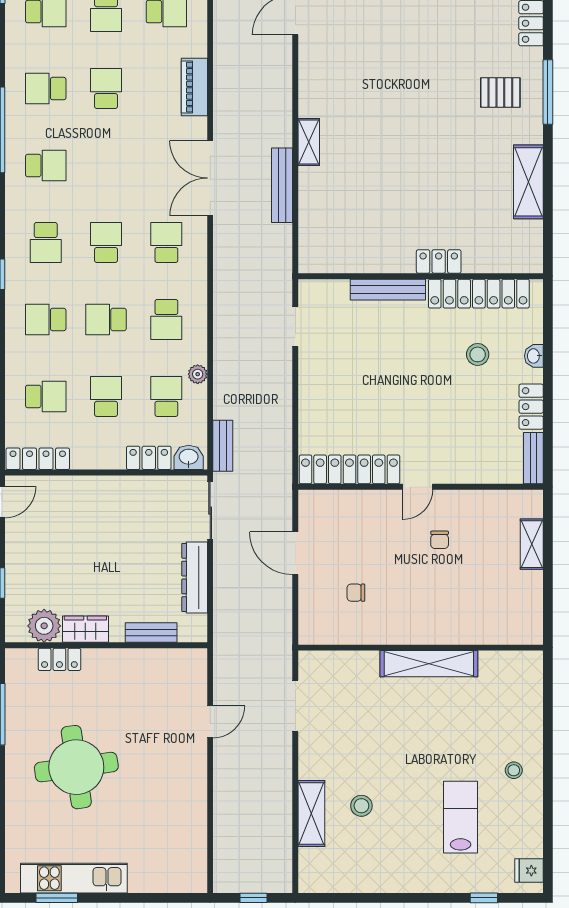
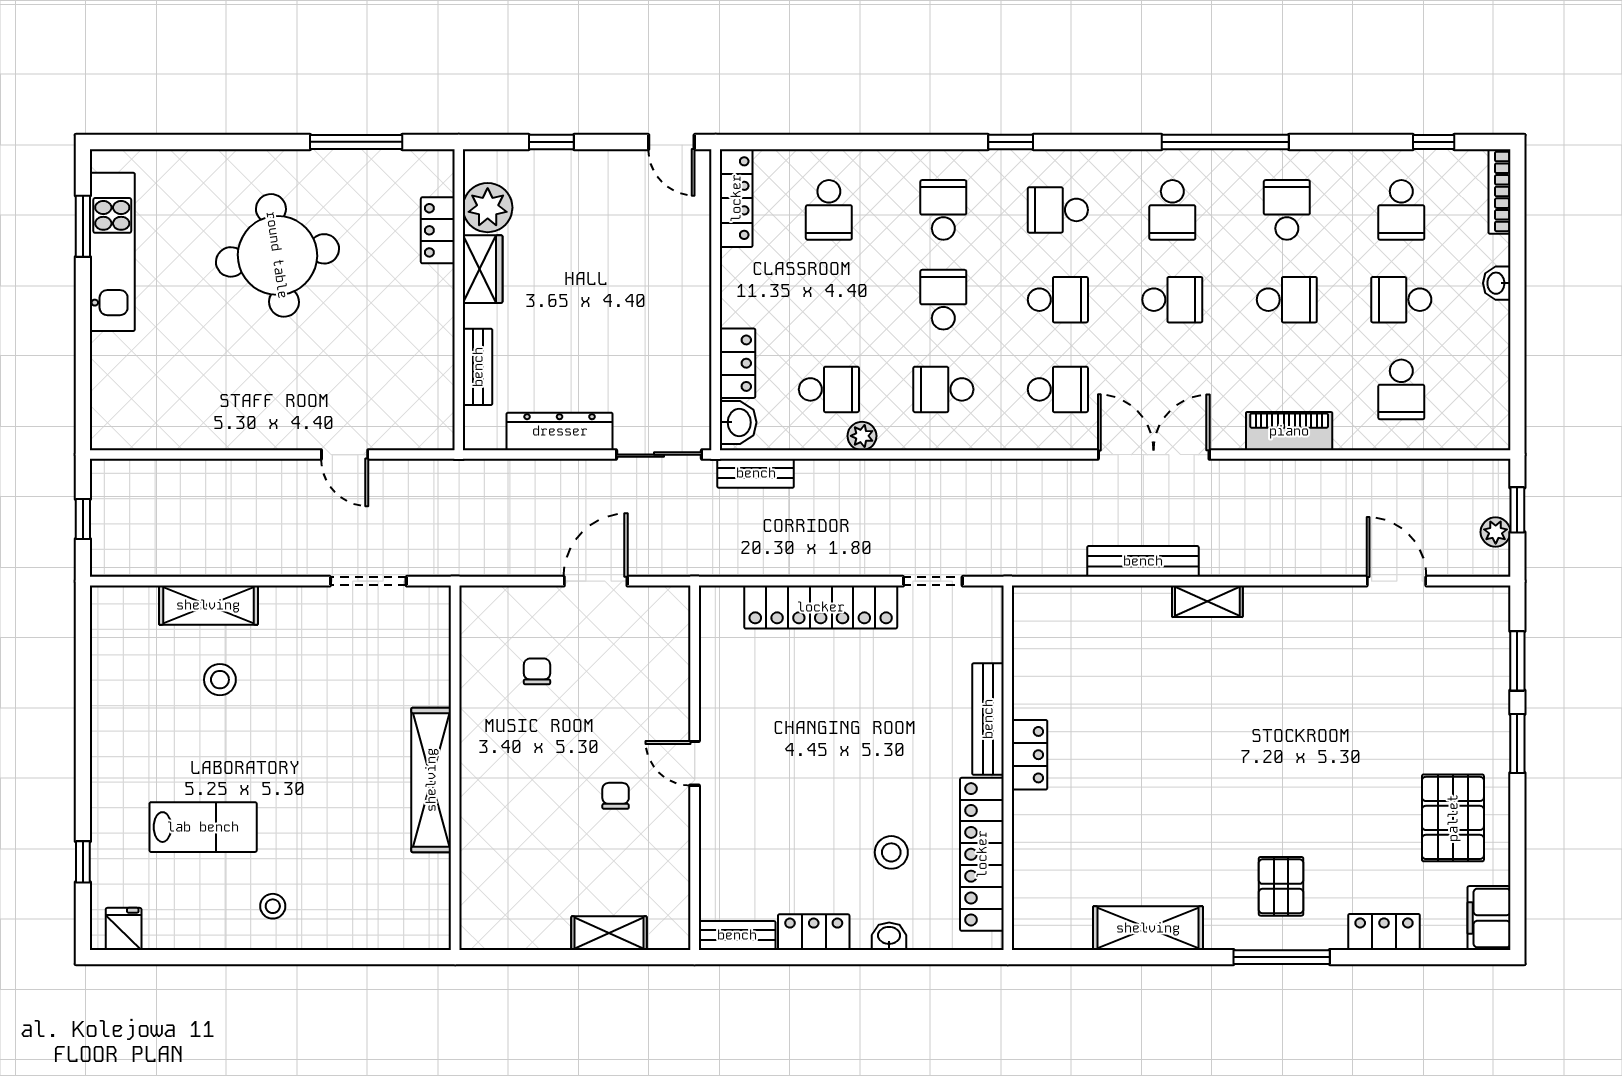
locker: (439, 261) -> (1030, 755), moved
school desk: (106, 396) -> (1172, 300), moved
locker: (349, 469) -> (821, 607), moved, turned 90
chair: (440, 540) -> (616, 796), turned 90

